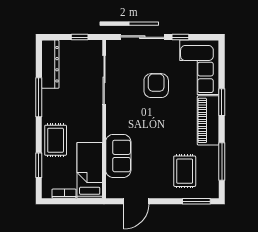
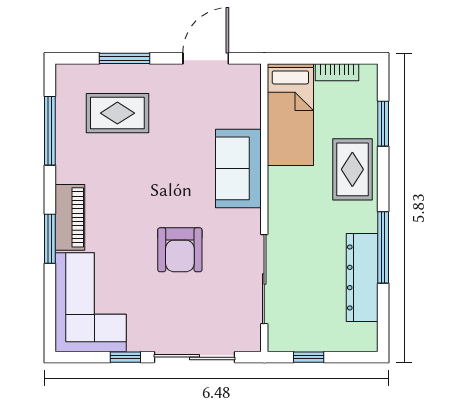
dresser: (50, 64) -> (362, 277), moved
armchair: (156, 86) -> (180, 250), moved
piano: (208, 120) -> (70, 217), width x0.73, depth x0.75
sofa: (118, 156) -> (238, 168), moved
rug: (185, 171) -> (117, 113), turned 90
window: (196, 201) -> (124, 58), moved

